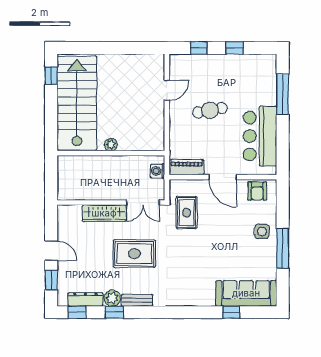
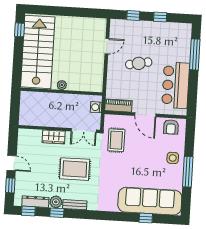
wardrobe: (104, 213) -> (54, 137), width x0.67
sofa: (246, 293) -> (150, 201), width x1.36, depth x1.27

